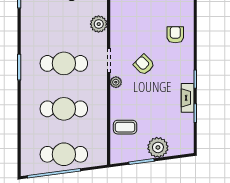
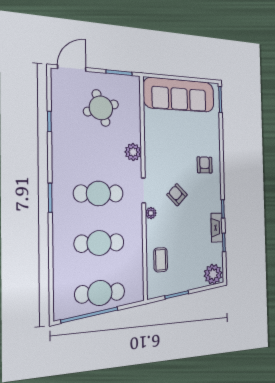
coffee table: (125, 127) -> (161, 260), turned 90
plant: (158, 147) -> (213, 274), moved

